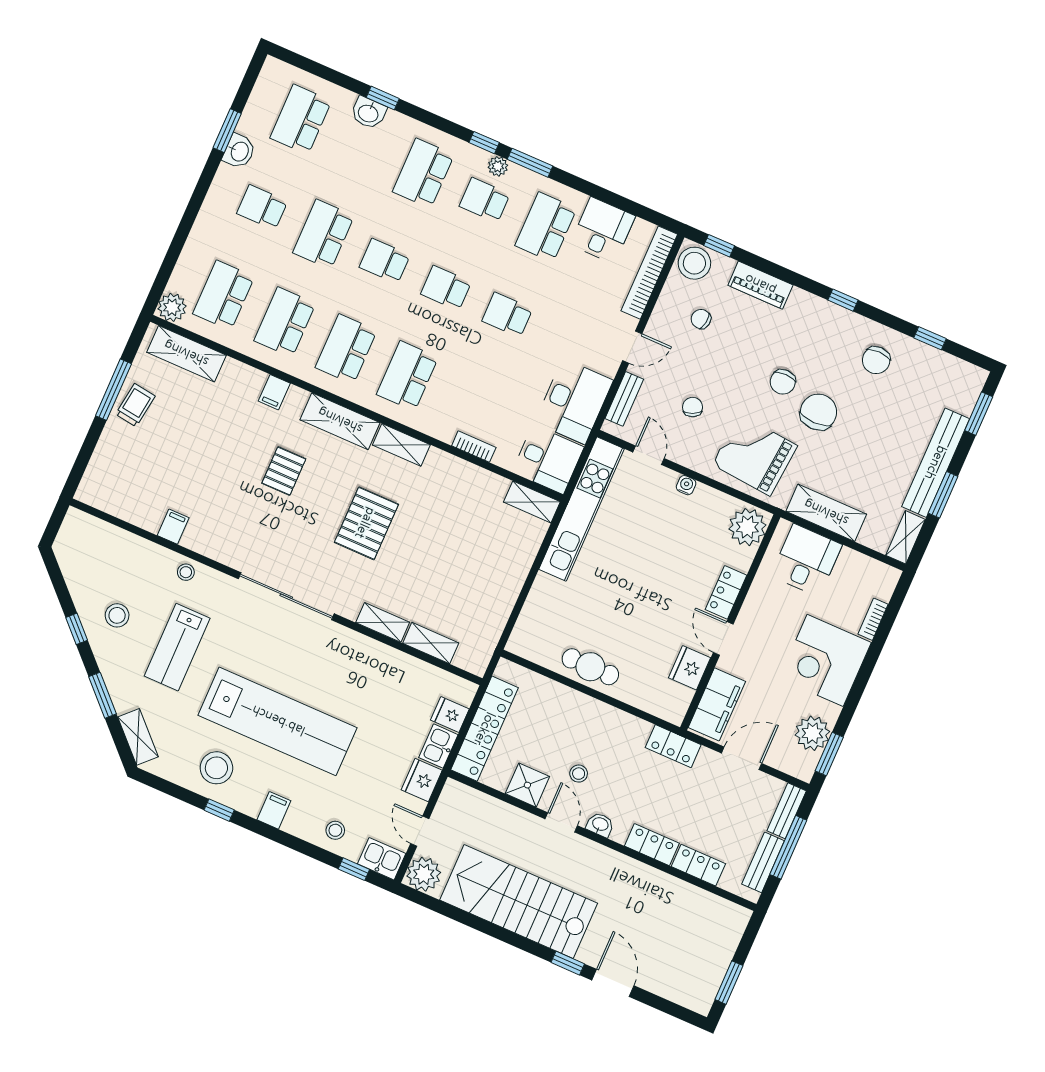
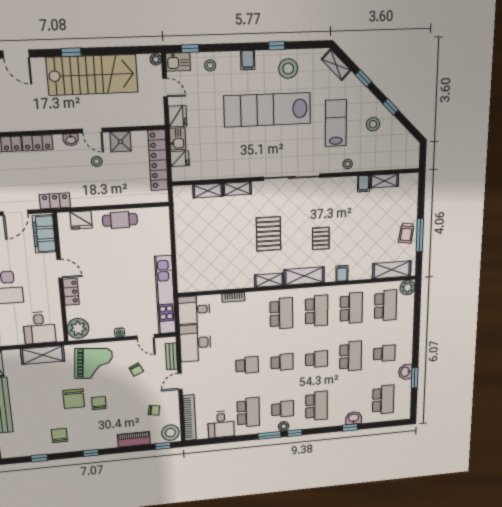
shelving: (532, 502) -> (384, 181), moved
fridge: (690, 668) -> (81, 220), moved, turned 90
window: (103, 695) -> (364, 78), width x0.67
plant: (424, 874) -> (156, 59), width x0.53, depth x0.53
window: (568, 963) -> (71, 52), moved

